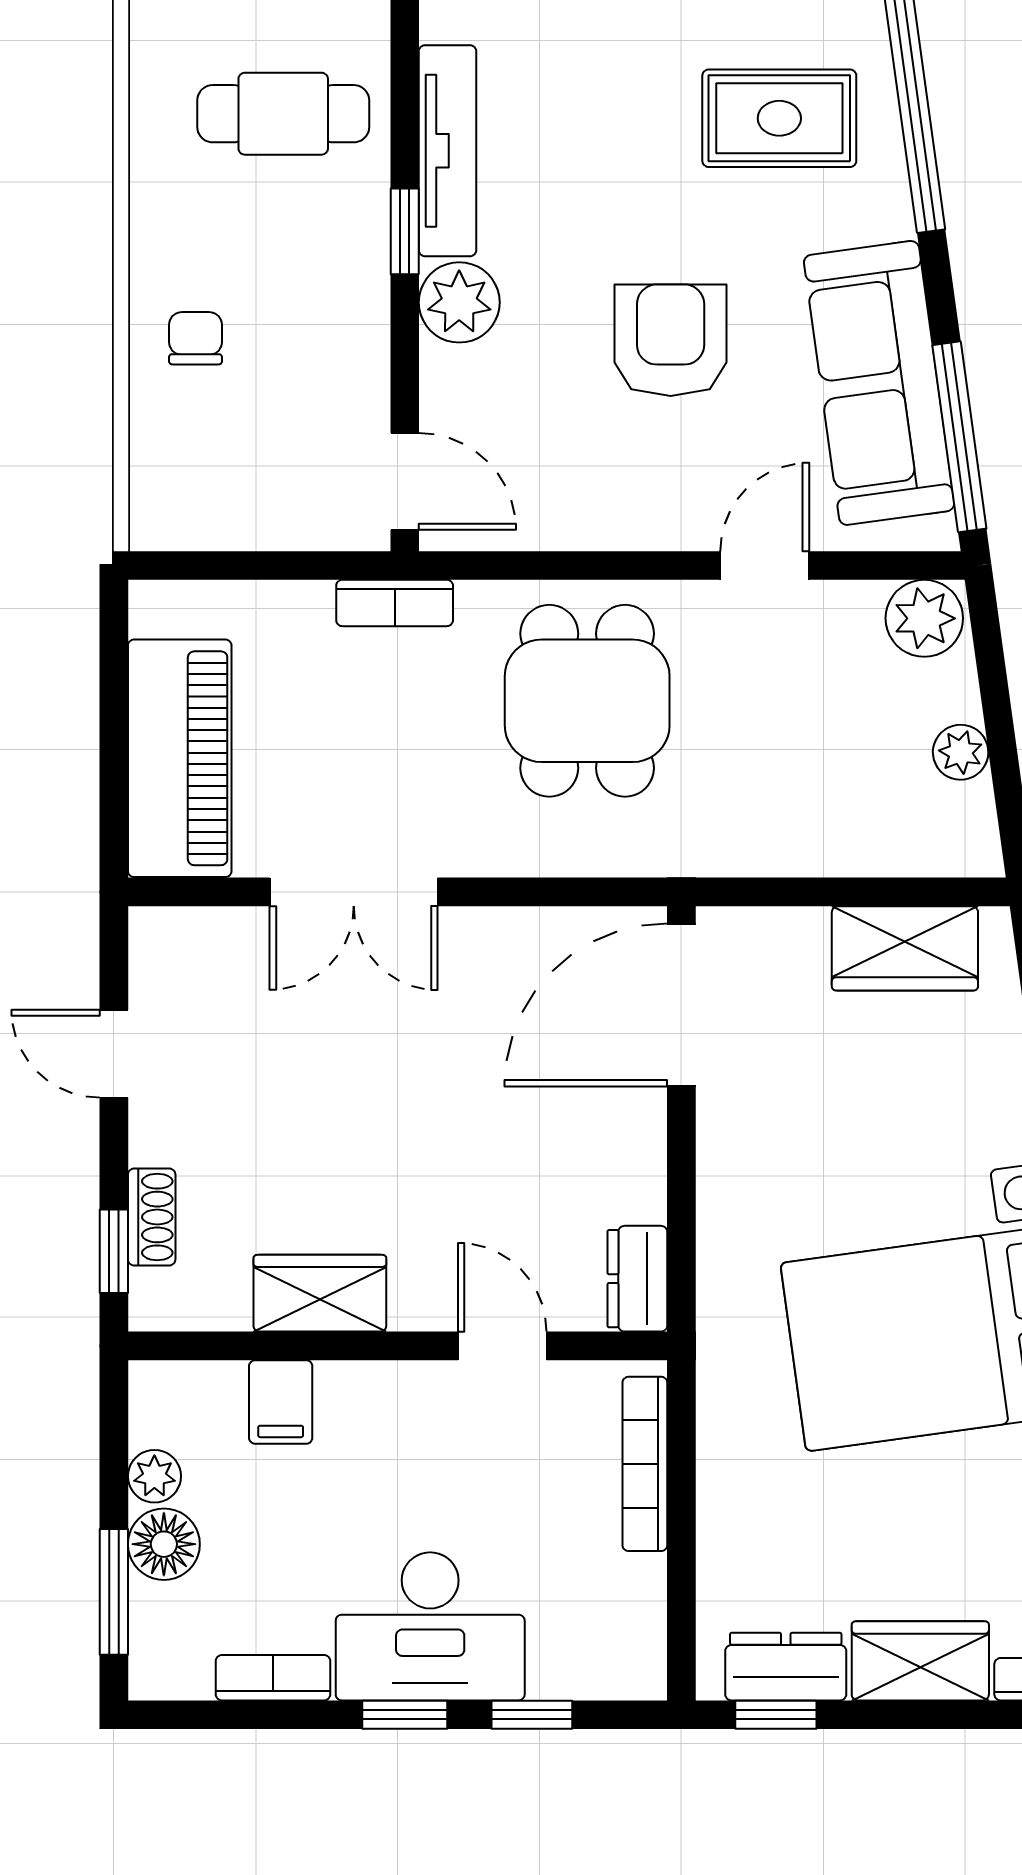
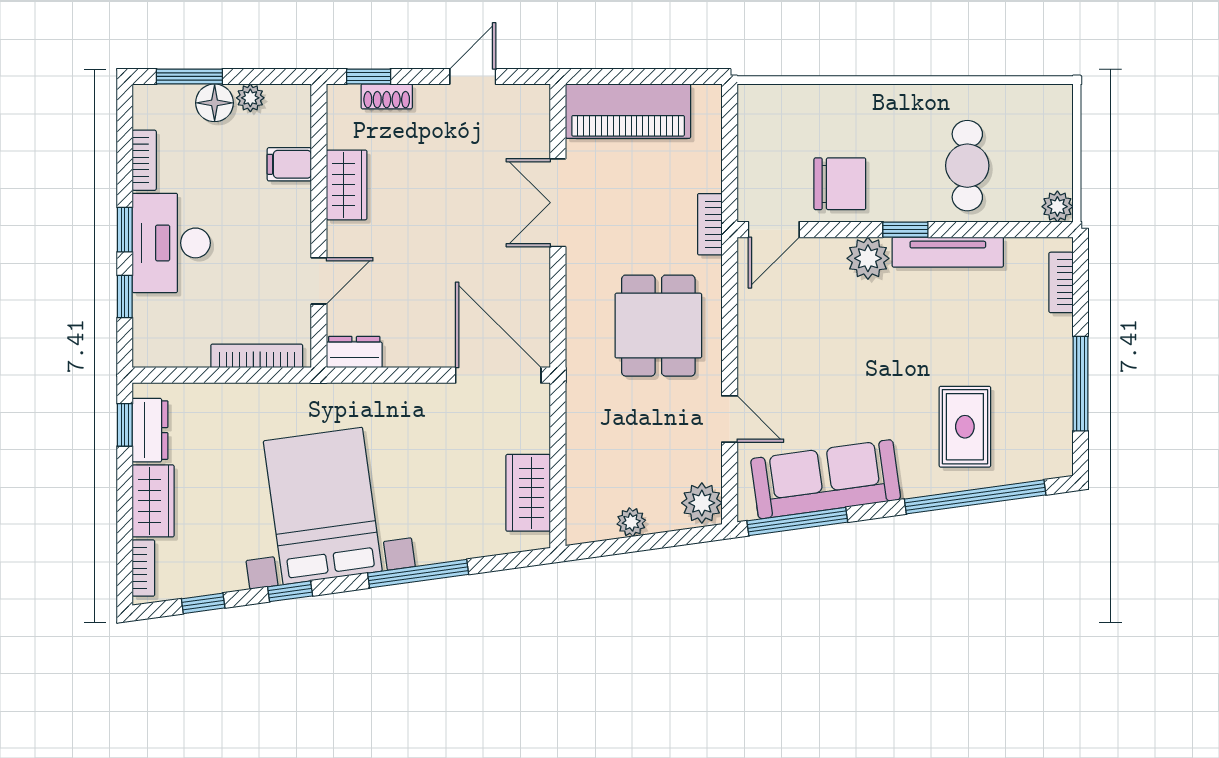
chair: (195, 338) -> (840, 184), moved, width x1.87, depth x1.87
armchair: (671, 340) -> (848, 369), removed
dining table: (587, 701) -> (658, 326), turned 90

